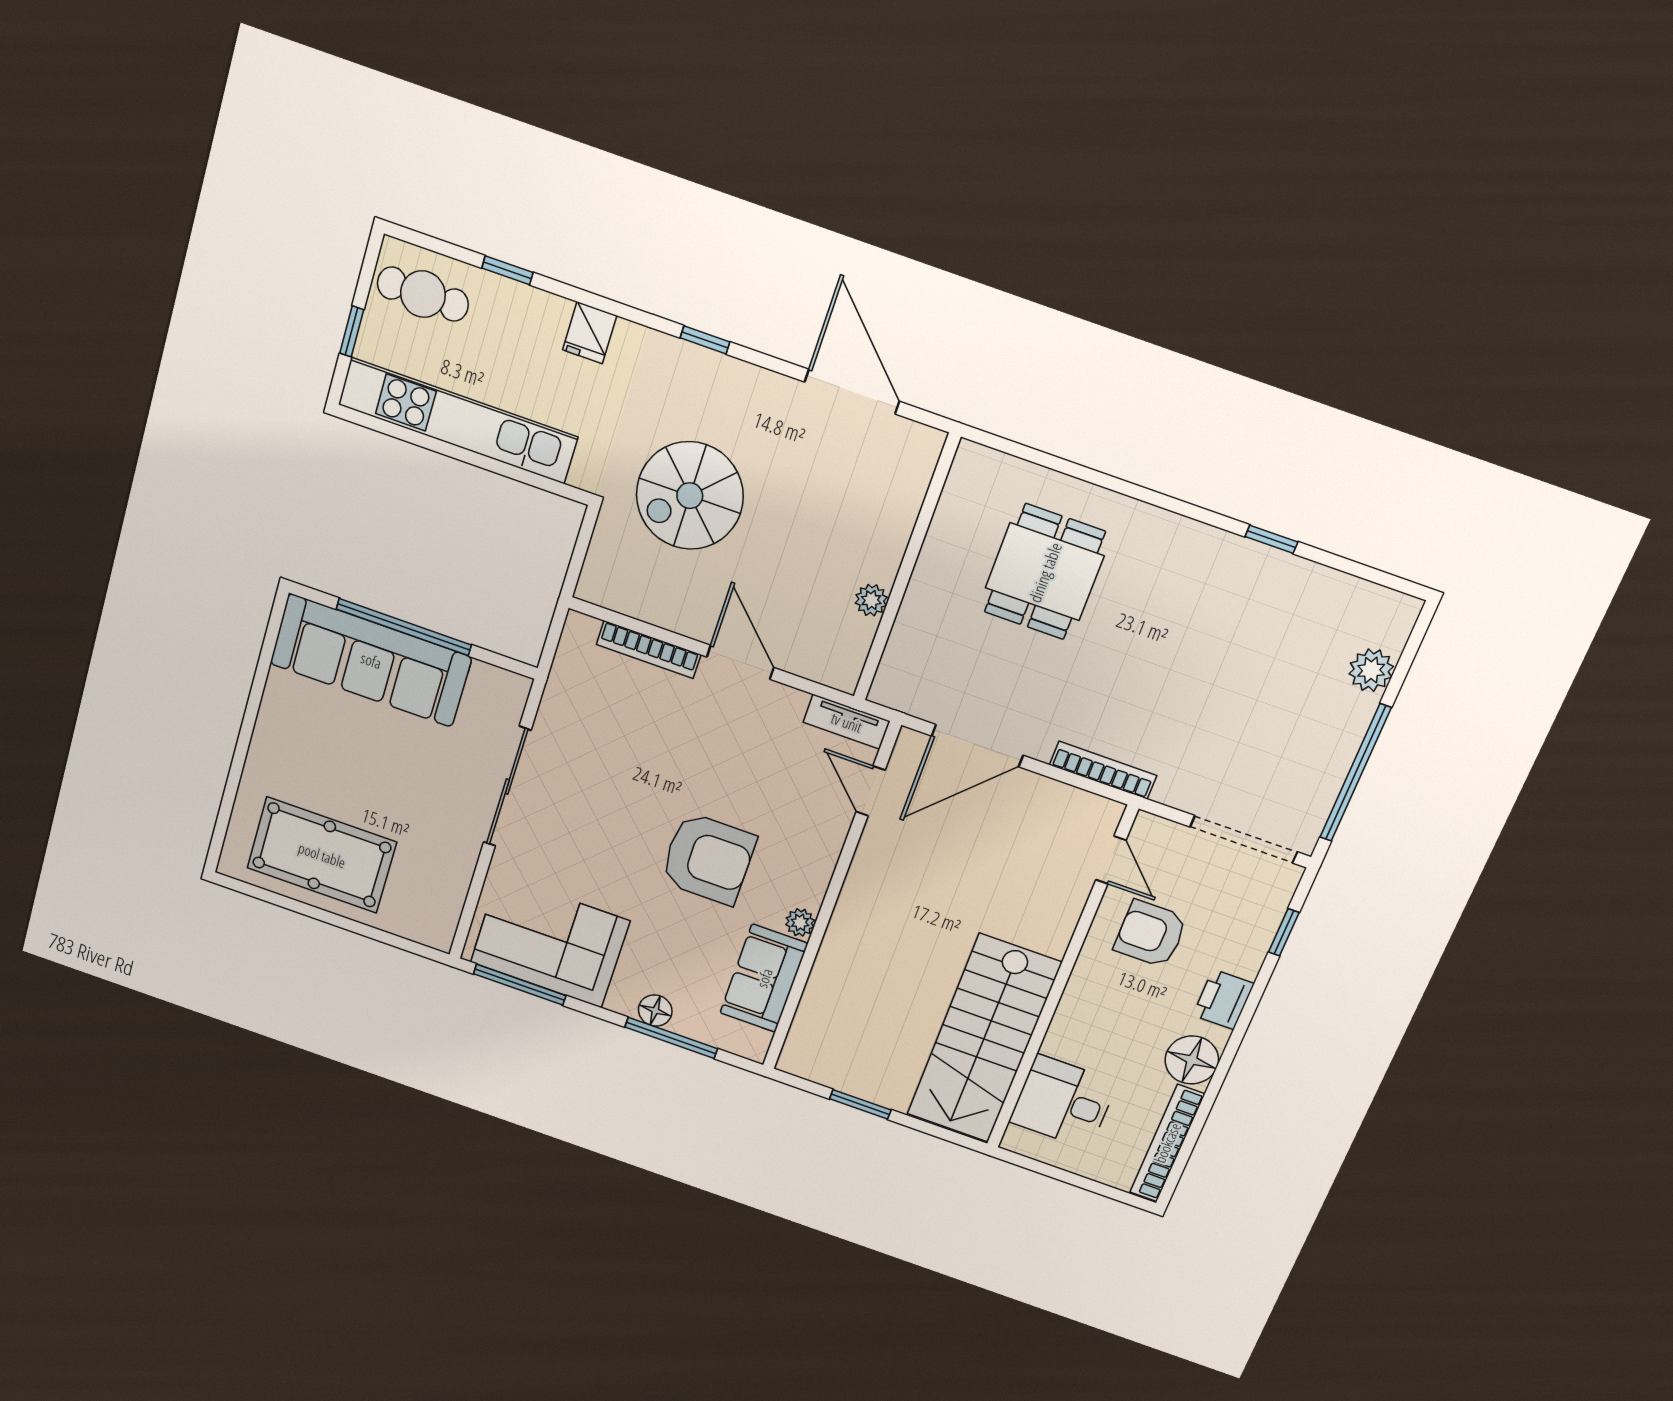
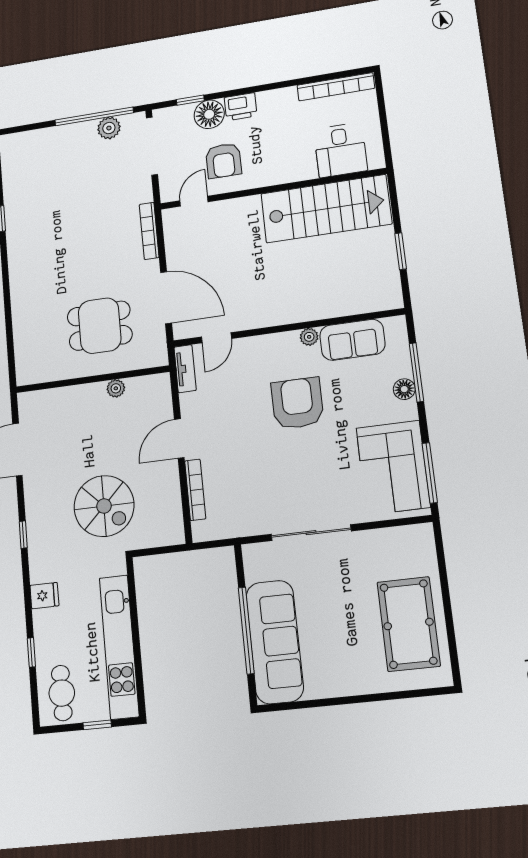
dining table: (1045, 572) -> (100, 326), moved
plant: (1371, 670) -> (109, 128), moved
floor lamp: (1192, 1060) -> (209, 114), moved

